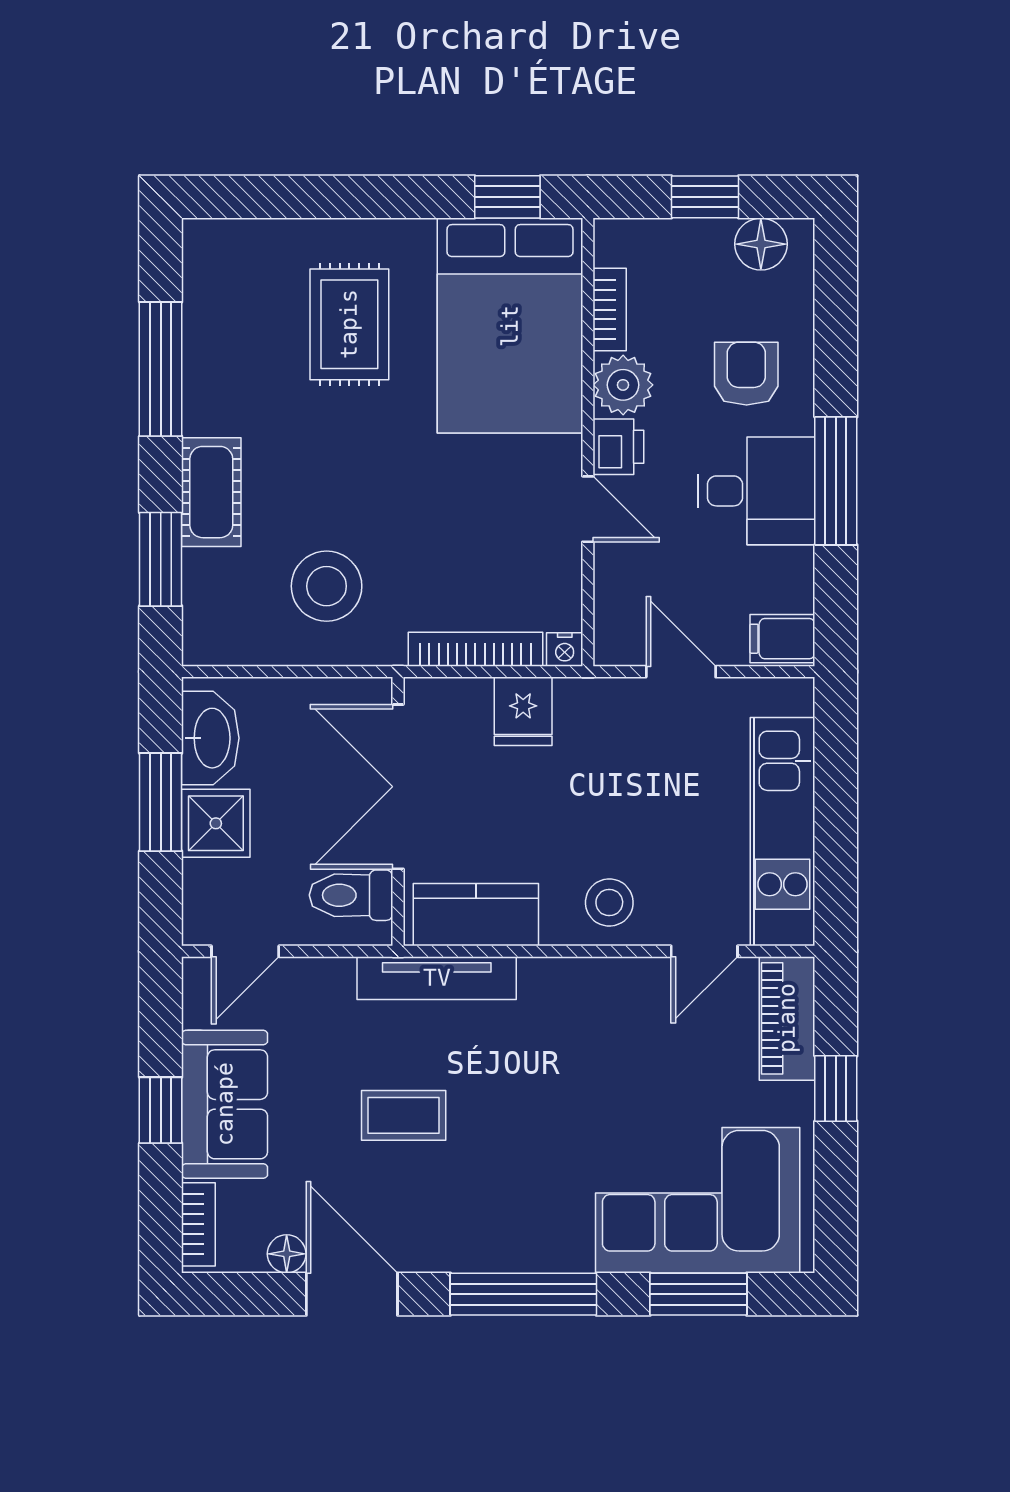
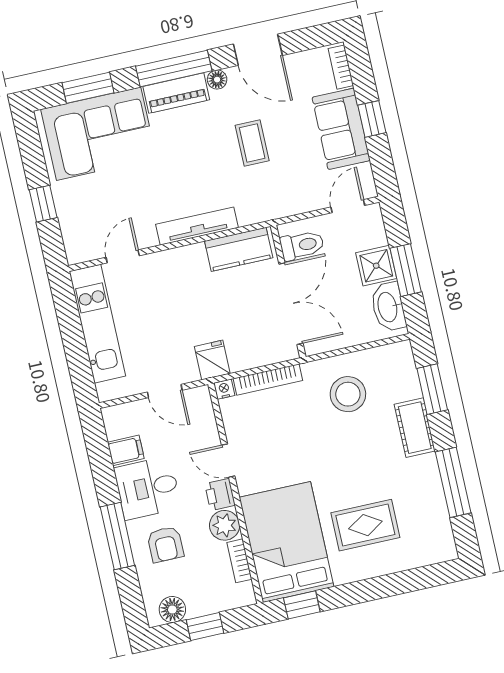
rug: (349, 324) -> (365, 525), turned 90
window: (836, 481) -> (117, 536), moved
filing cabinet: (782, 639) -> (126, 450), moved
fridge: (523, 711) -> (212, 360), moved
stool: (609, 903) -> (175, 270), removed
tv unit: (437, 978) -> (197, 226), moved
piano: (787, 1018) -> (176, 93), moved, turned 90
coffee table: (404, 1115) -> (252, 143), turned 90
floor lamp: (287, 1254) -> (217, 80), moved

